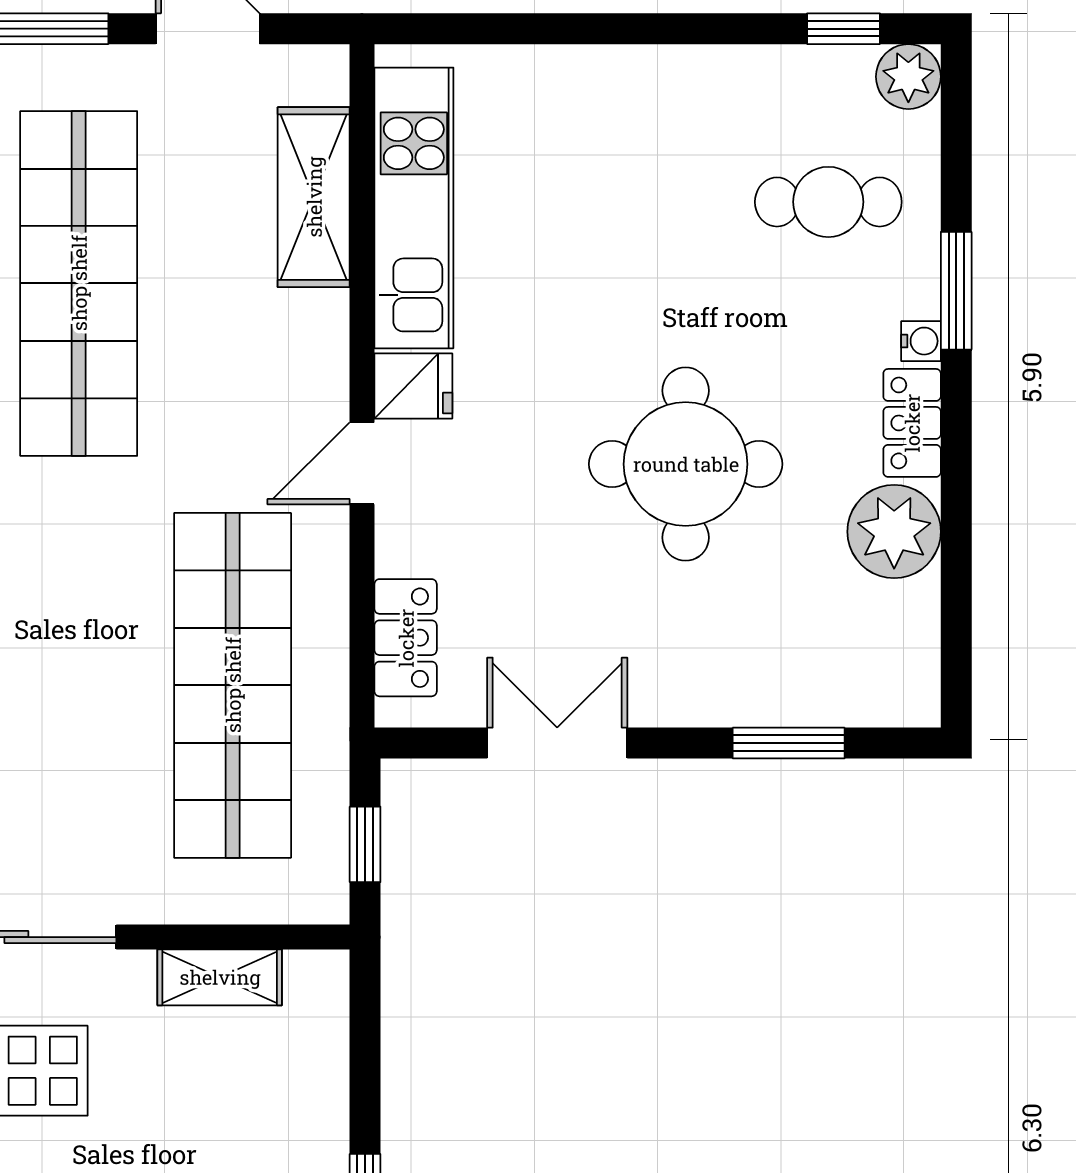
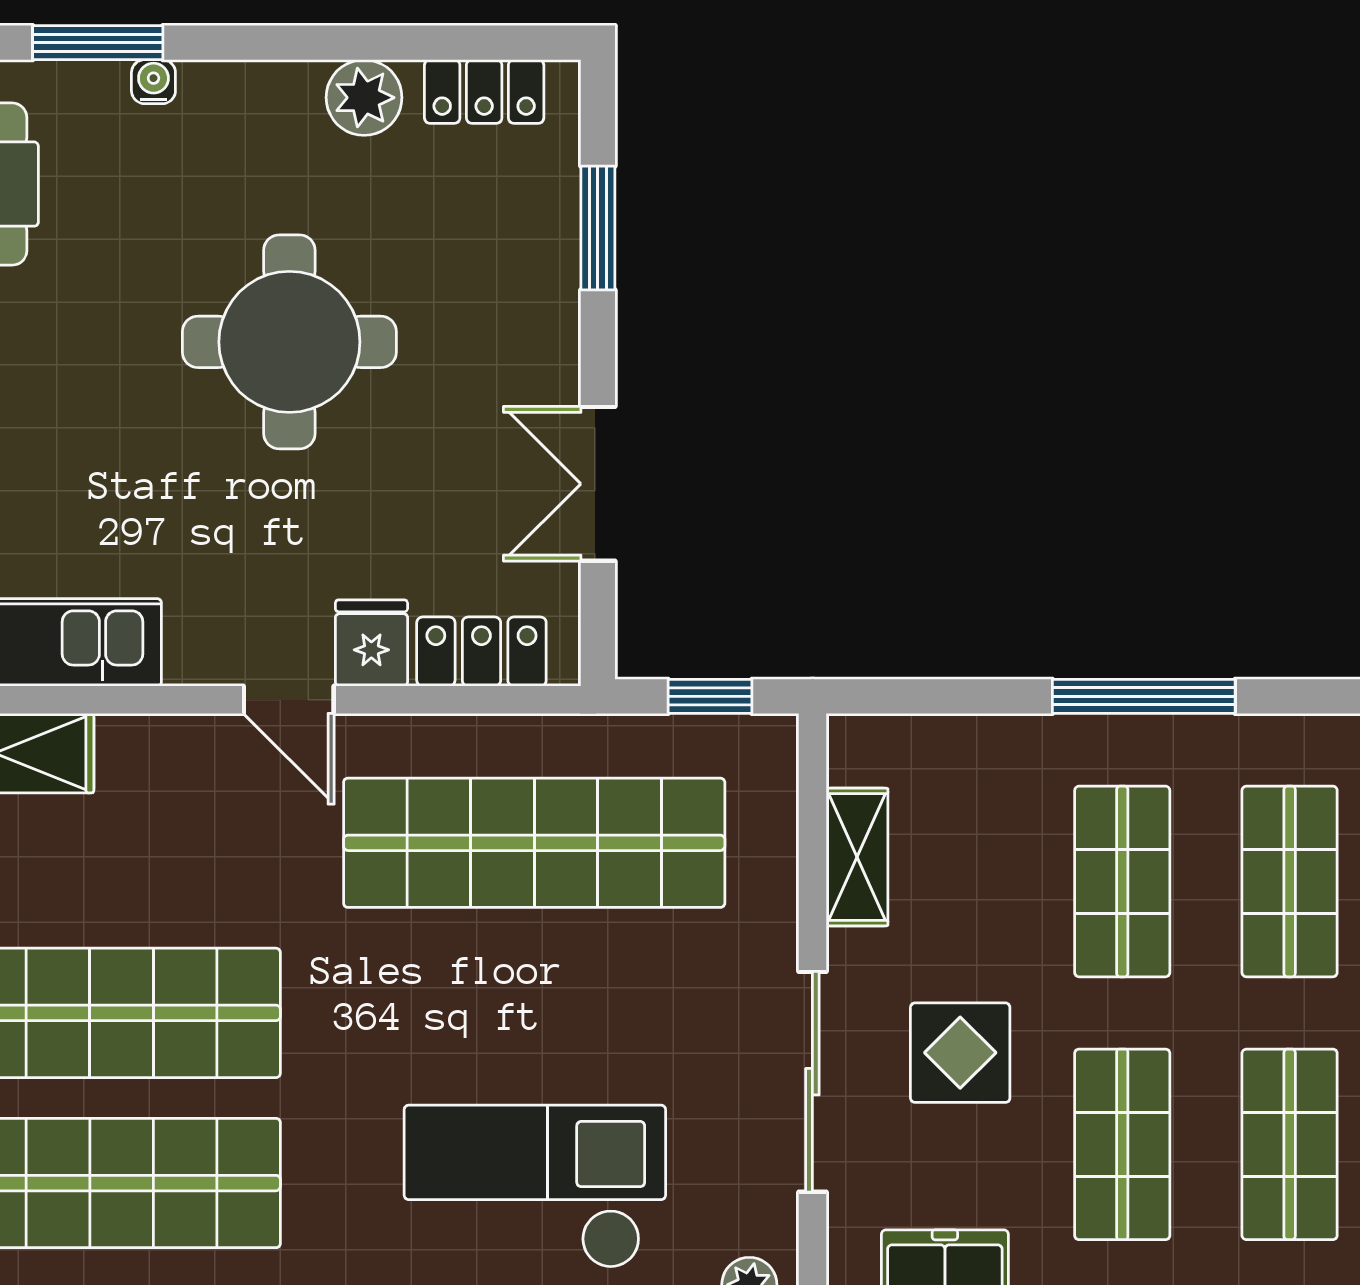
fridge: (413, 386) -> (371, 643), moved
locker: (912, 423) -> (484, 91), moved
plant: (894, 532) -> (364, 98), width x0.73, depth x0.73

